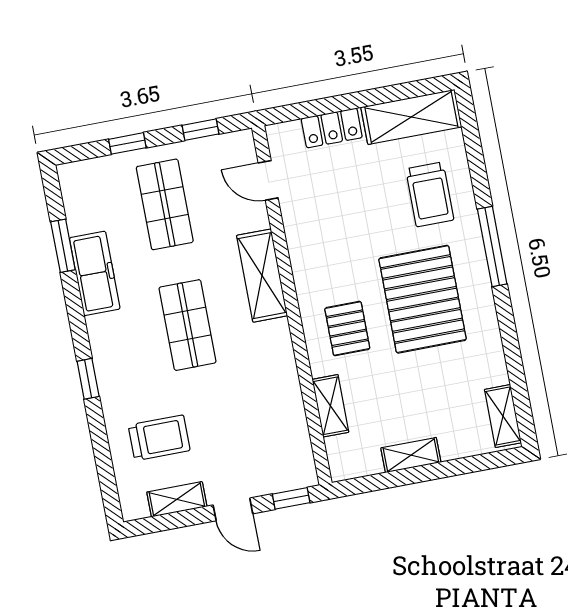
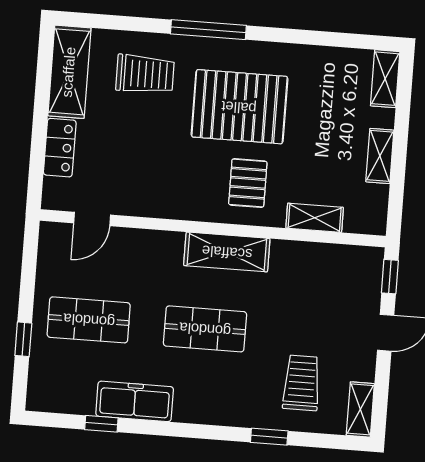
window: (200, 130) -> (29, 269), removed
window: (63, 246) -> (101, 424), width x0.67
shelving: (262, 276) -> (227, 252), moved
pallet: (347, 329) -> (248, 183), turned 90
window: (88, 379) -> (269, 437), moved
shelving: (503, 416) -> (385, 79), moved, turned 90
shelving: (177, 499) -> (360, 409), moved

